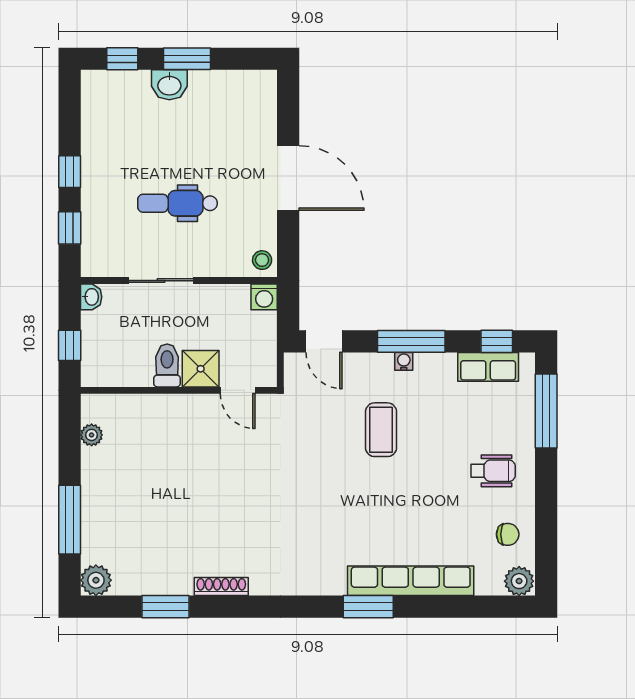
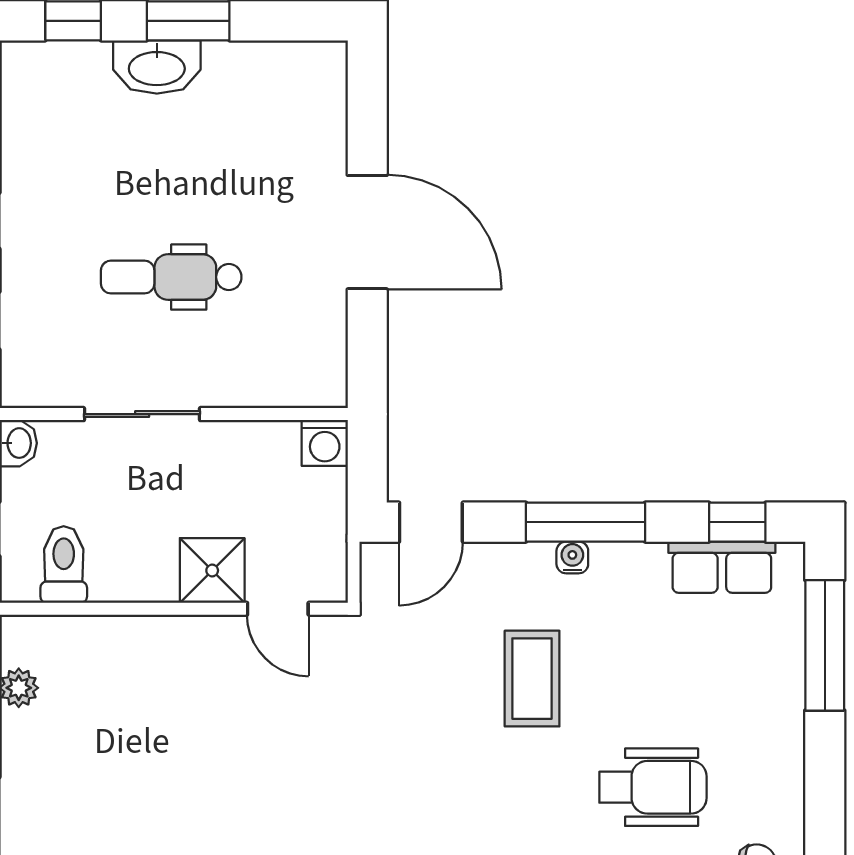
washbasin: (169, 85) -> (157, 67), width x1.38
stool: (262, 260) -> (321, 378), removed
door: (324, 341) -> (431, 522), hinge flipped
toilet: (167, 365) -> (64, 565), moved
wheelchair: (493, 471) -> (653, 787), moved, width x1.36, depth x1.37

